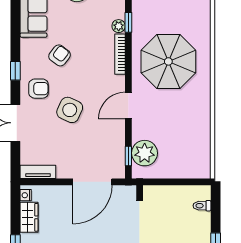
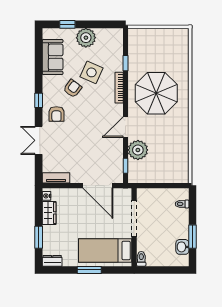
plant: (119, 26) -> (118, 66), removed
armchair: (39, 89) -> (56, 114), turned 90
side table: (70, 110) -> (92, 72), moved
plant: (145, 153) -> (138, 150), moved
door: (92, 182) -> (98, 186), hinge flipped

